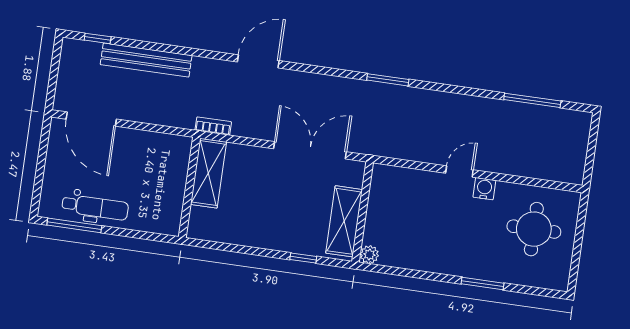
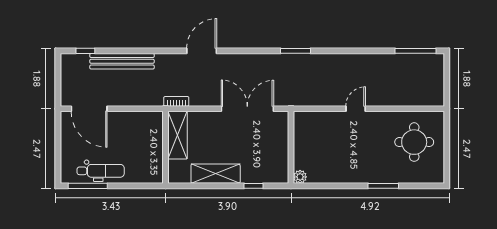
window: (532, 100) -> (415, 51), moved
water cooler: (484, 189) -> (375, 118), removed
shelving: (344, 221) -> (216, 174), moved, turned 90

